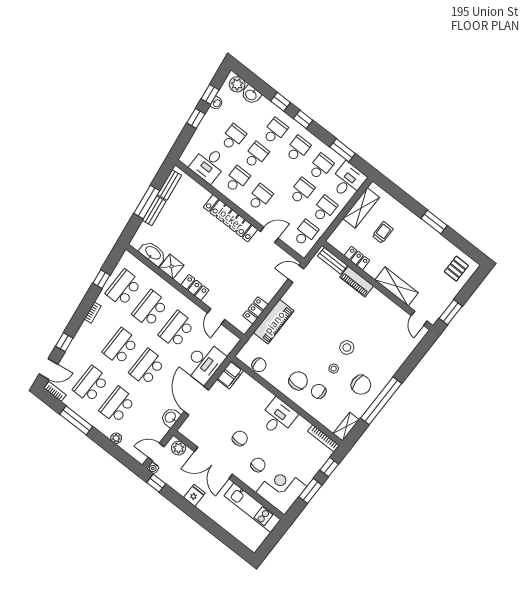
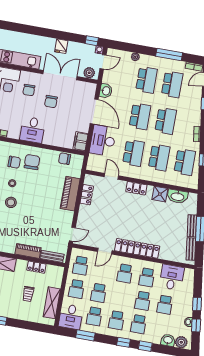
chair: (298, 381) -> (32, 162), turned 180

